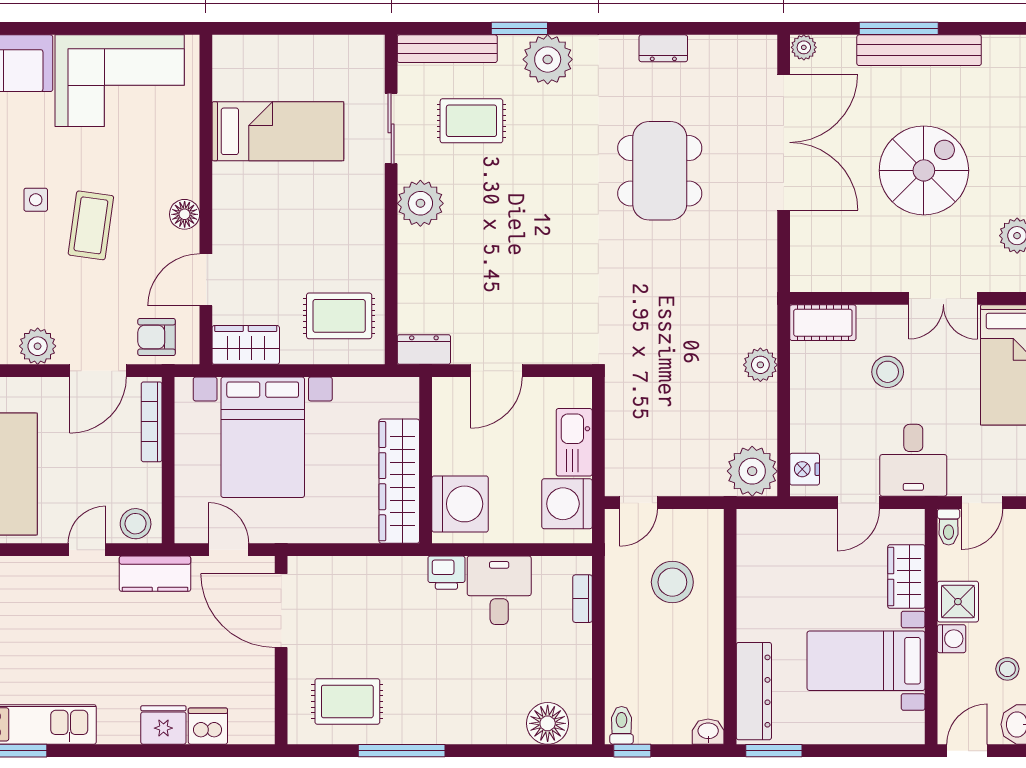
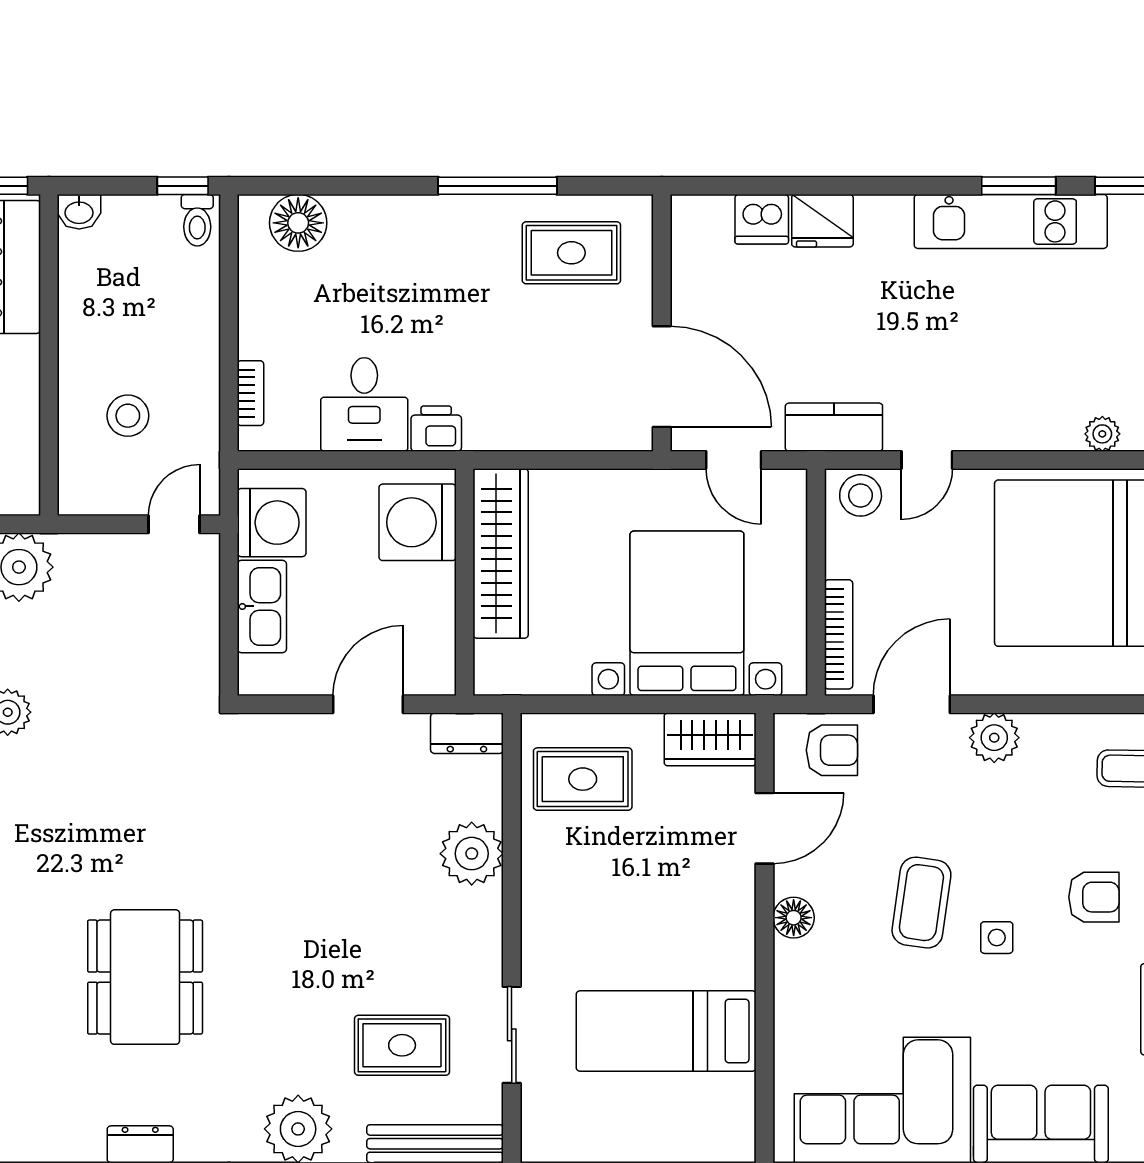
plant: (420, 203) -> (472, 854), moved
stool: (672, 582) -> (128, 416), width x0.73, depth x0.73

